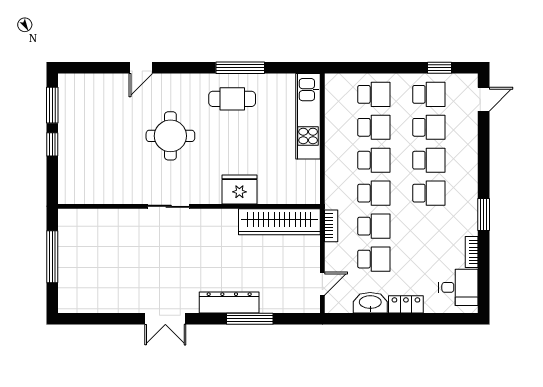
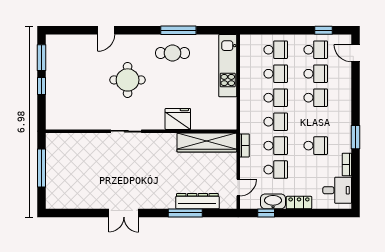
door: (484, 99) -> (356, 53), swing flipped
school desk: (429, 193) -> (316, 146), moved
dresser: (229, 302) -> (197, 201), moved
window: (361, 319) -> (266, 213), added

